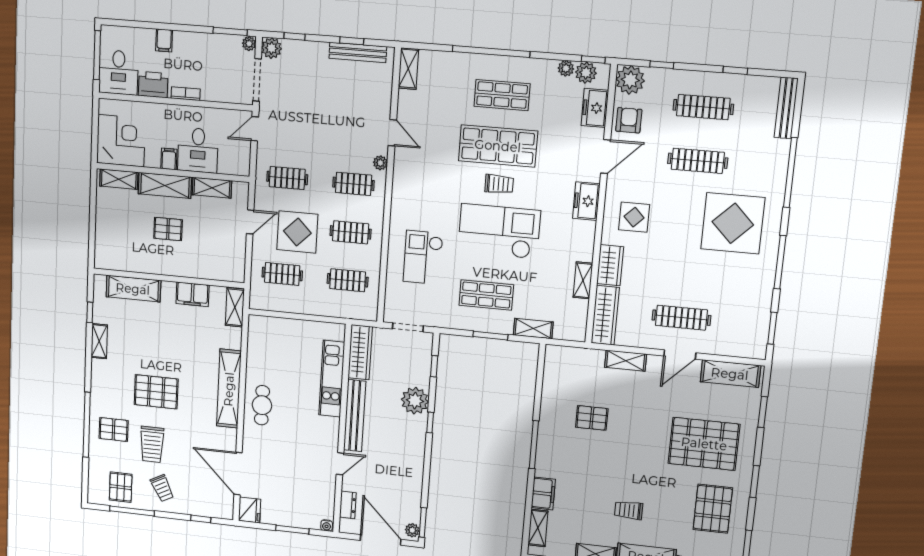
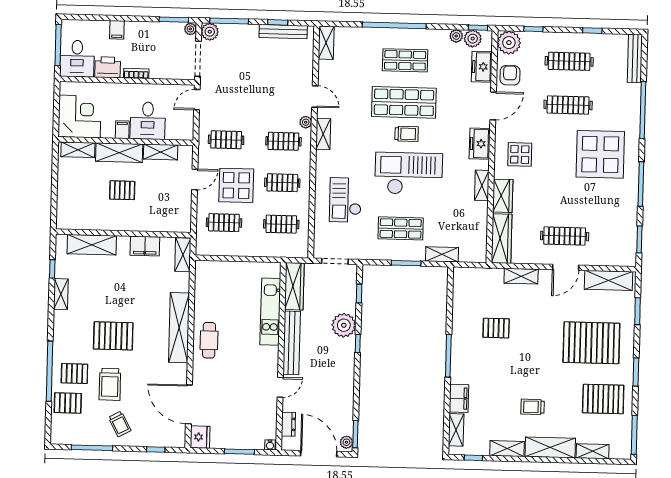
window: (294, 36) -> (229, 21), width x2.17
shelving: (400, 178) -> (323, 134), added
shelving: (583, 280) -> (482, 185), moved
pallet: (121, 487) -> (68, 403), moved, turned 90
pallet: (713, 509) -> (603, 399), turned 90

